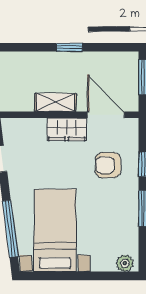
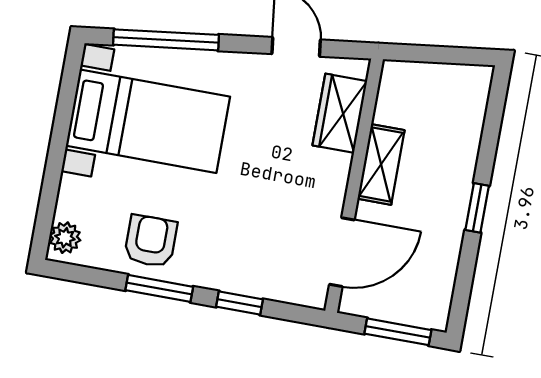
wardrobe: (67, 129) -> (340, 113), moved
armchair: (108, 165) -> (151, 241), moved

